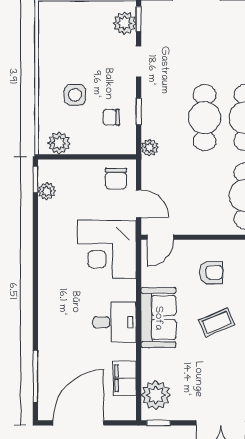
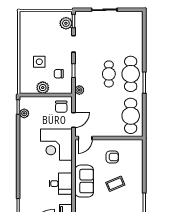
cafe table: (205, 118) -> (109, 74), width x0.73, depth x0.74
plant: (59, 143) -> (43, 88), moved
door: (139, 204) -> (73, 120), hinge flipped

